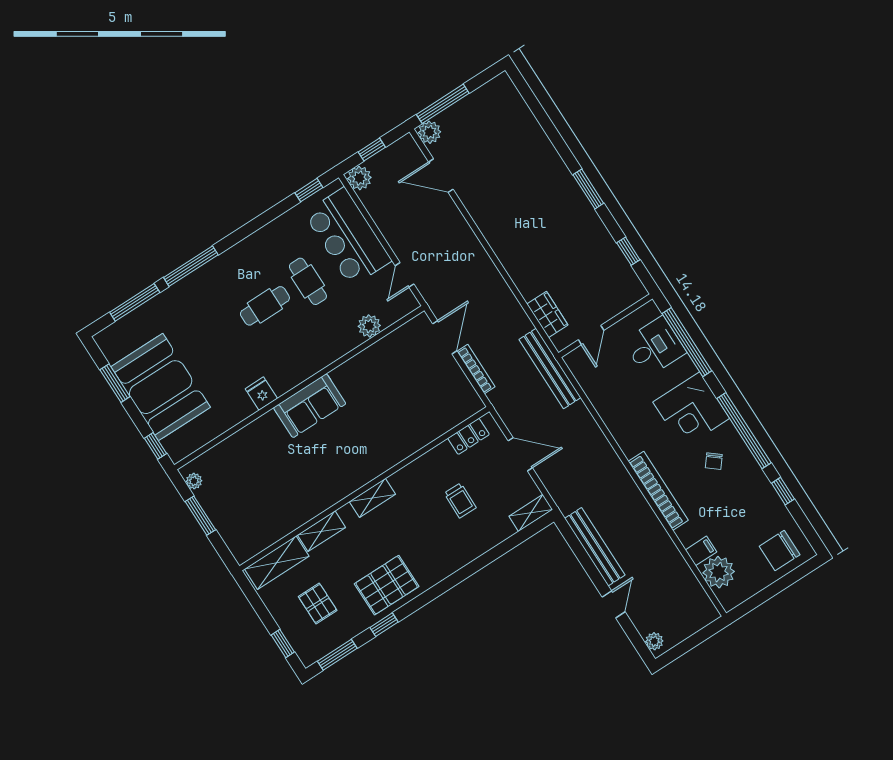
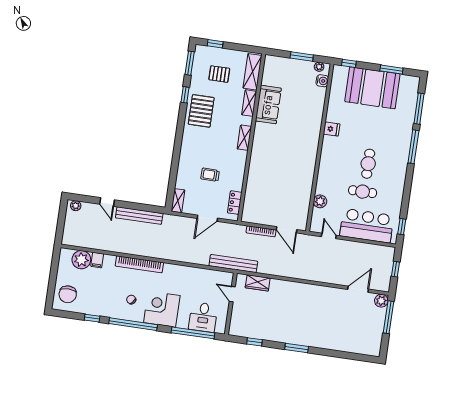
plant: (359, 178) -> (388, 253), removed
sofa: (310, 406) -> (268, 105), moved, turned 180
water cooler: (209, 461) -> (322, 81), added
chair: (780, 550) -> (68, 294), turned 180

